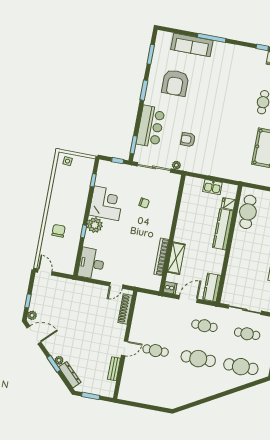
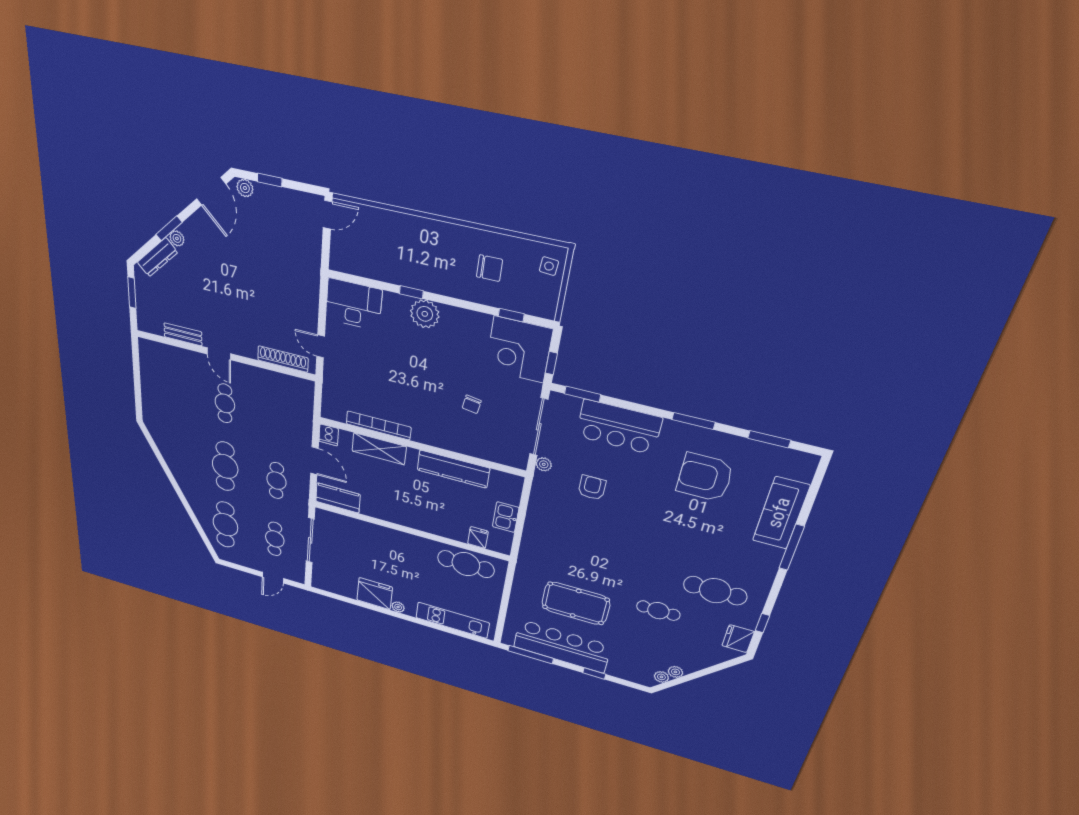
cafe table: (245, 73) -> (715, 591), added
corner desk: (106, 203) -> (519, 350), moved, turned 90
kitchen counter: (223, 229) -> (453, 469), moved, turned 180
chair: (59, 231) -> (490, 268), moved

